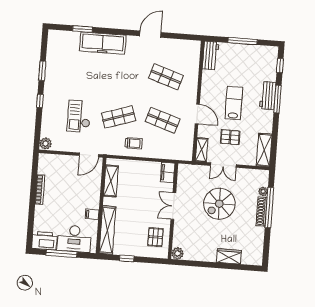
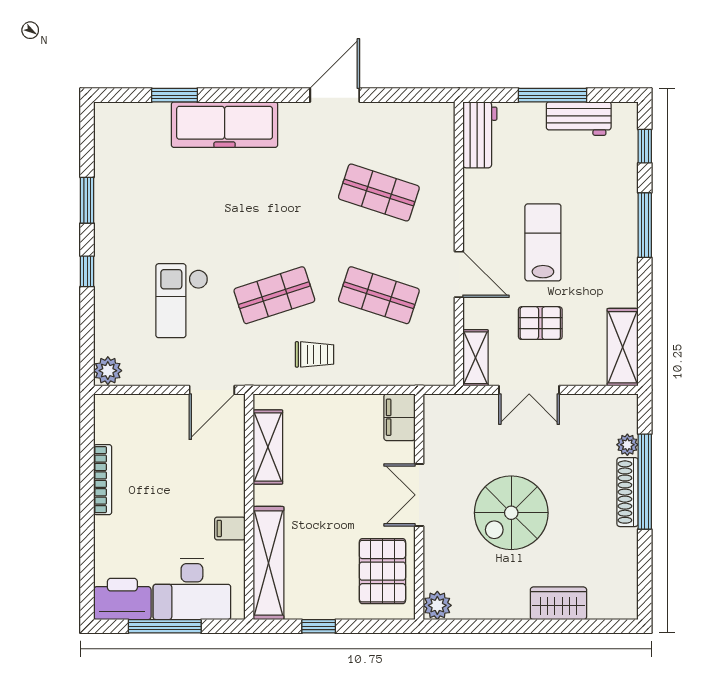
workbench: (268, 96) -> (579, 119), moved, turned -90
spiral stairs: (219, 204) -> (511, 513), moved
pallet: (155, 237) -> (382, 571), width x1.50, depth x1.42

